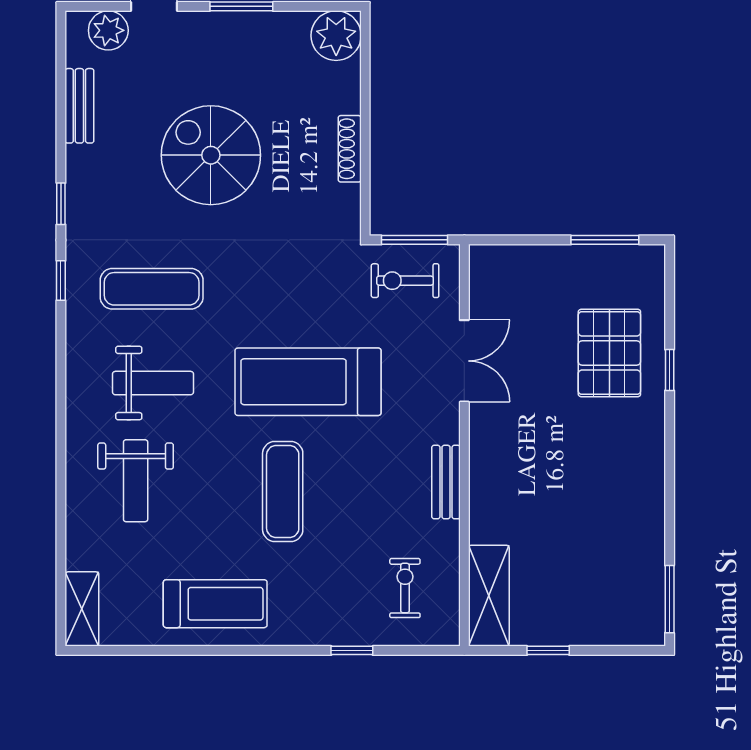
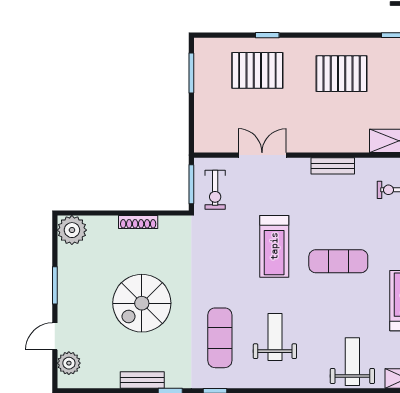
bench: (79, 106) -> (142, 380), moved
treadmill: (308, 382) -> (274, 246), width x0.73, depth x0.73
weight bench: (136, 481) -> (352, 362), moved, turned -90
pallet: (604, 497) -> (342, 74), added

